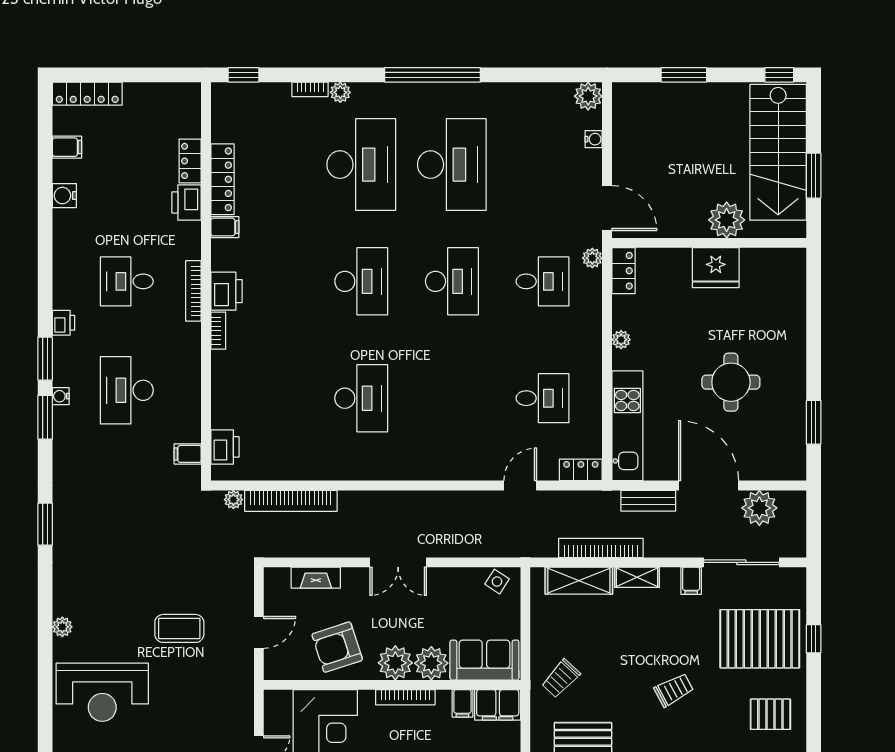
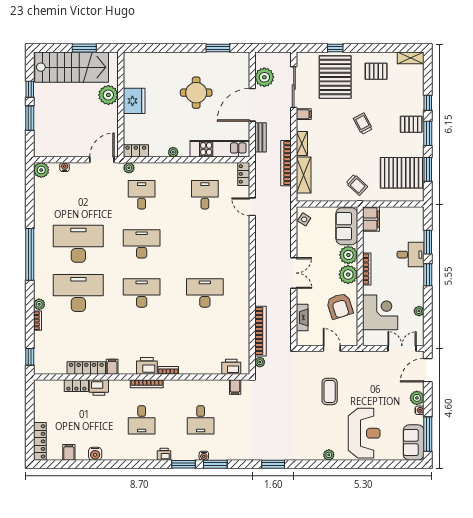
window: (779, 75) -> (30, 89), moved
desk: (127, 390) -> (201, 420), width x0.73
filing cabinet: (462, 703) -> (370, 238), removed
pallet: (770, 714) -> (376, 71), turned 90

